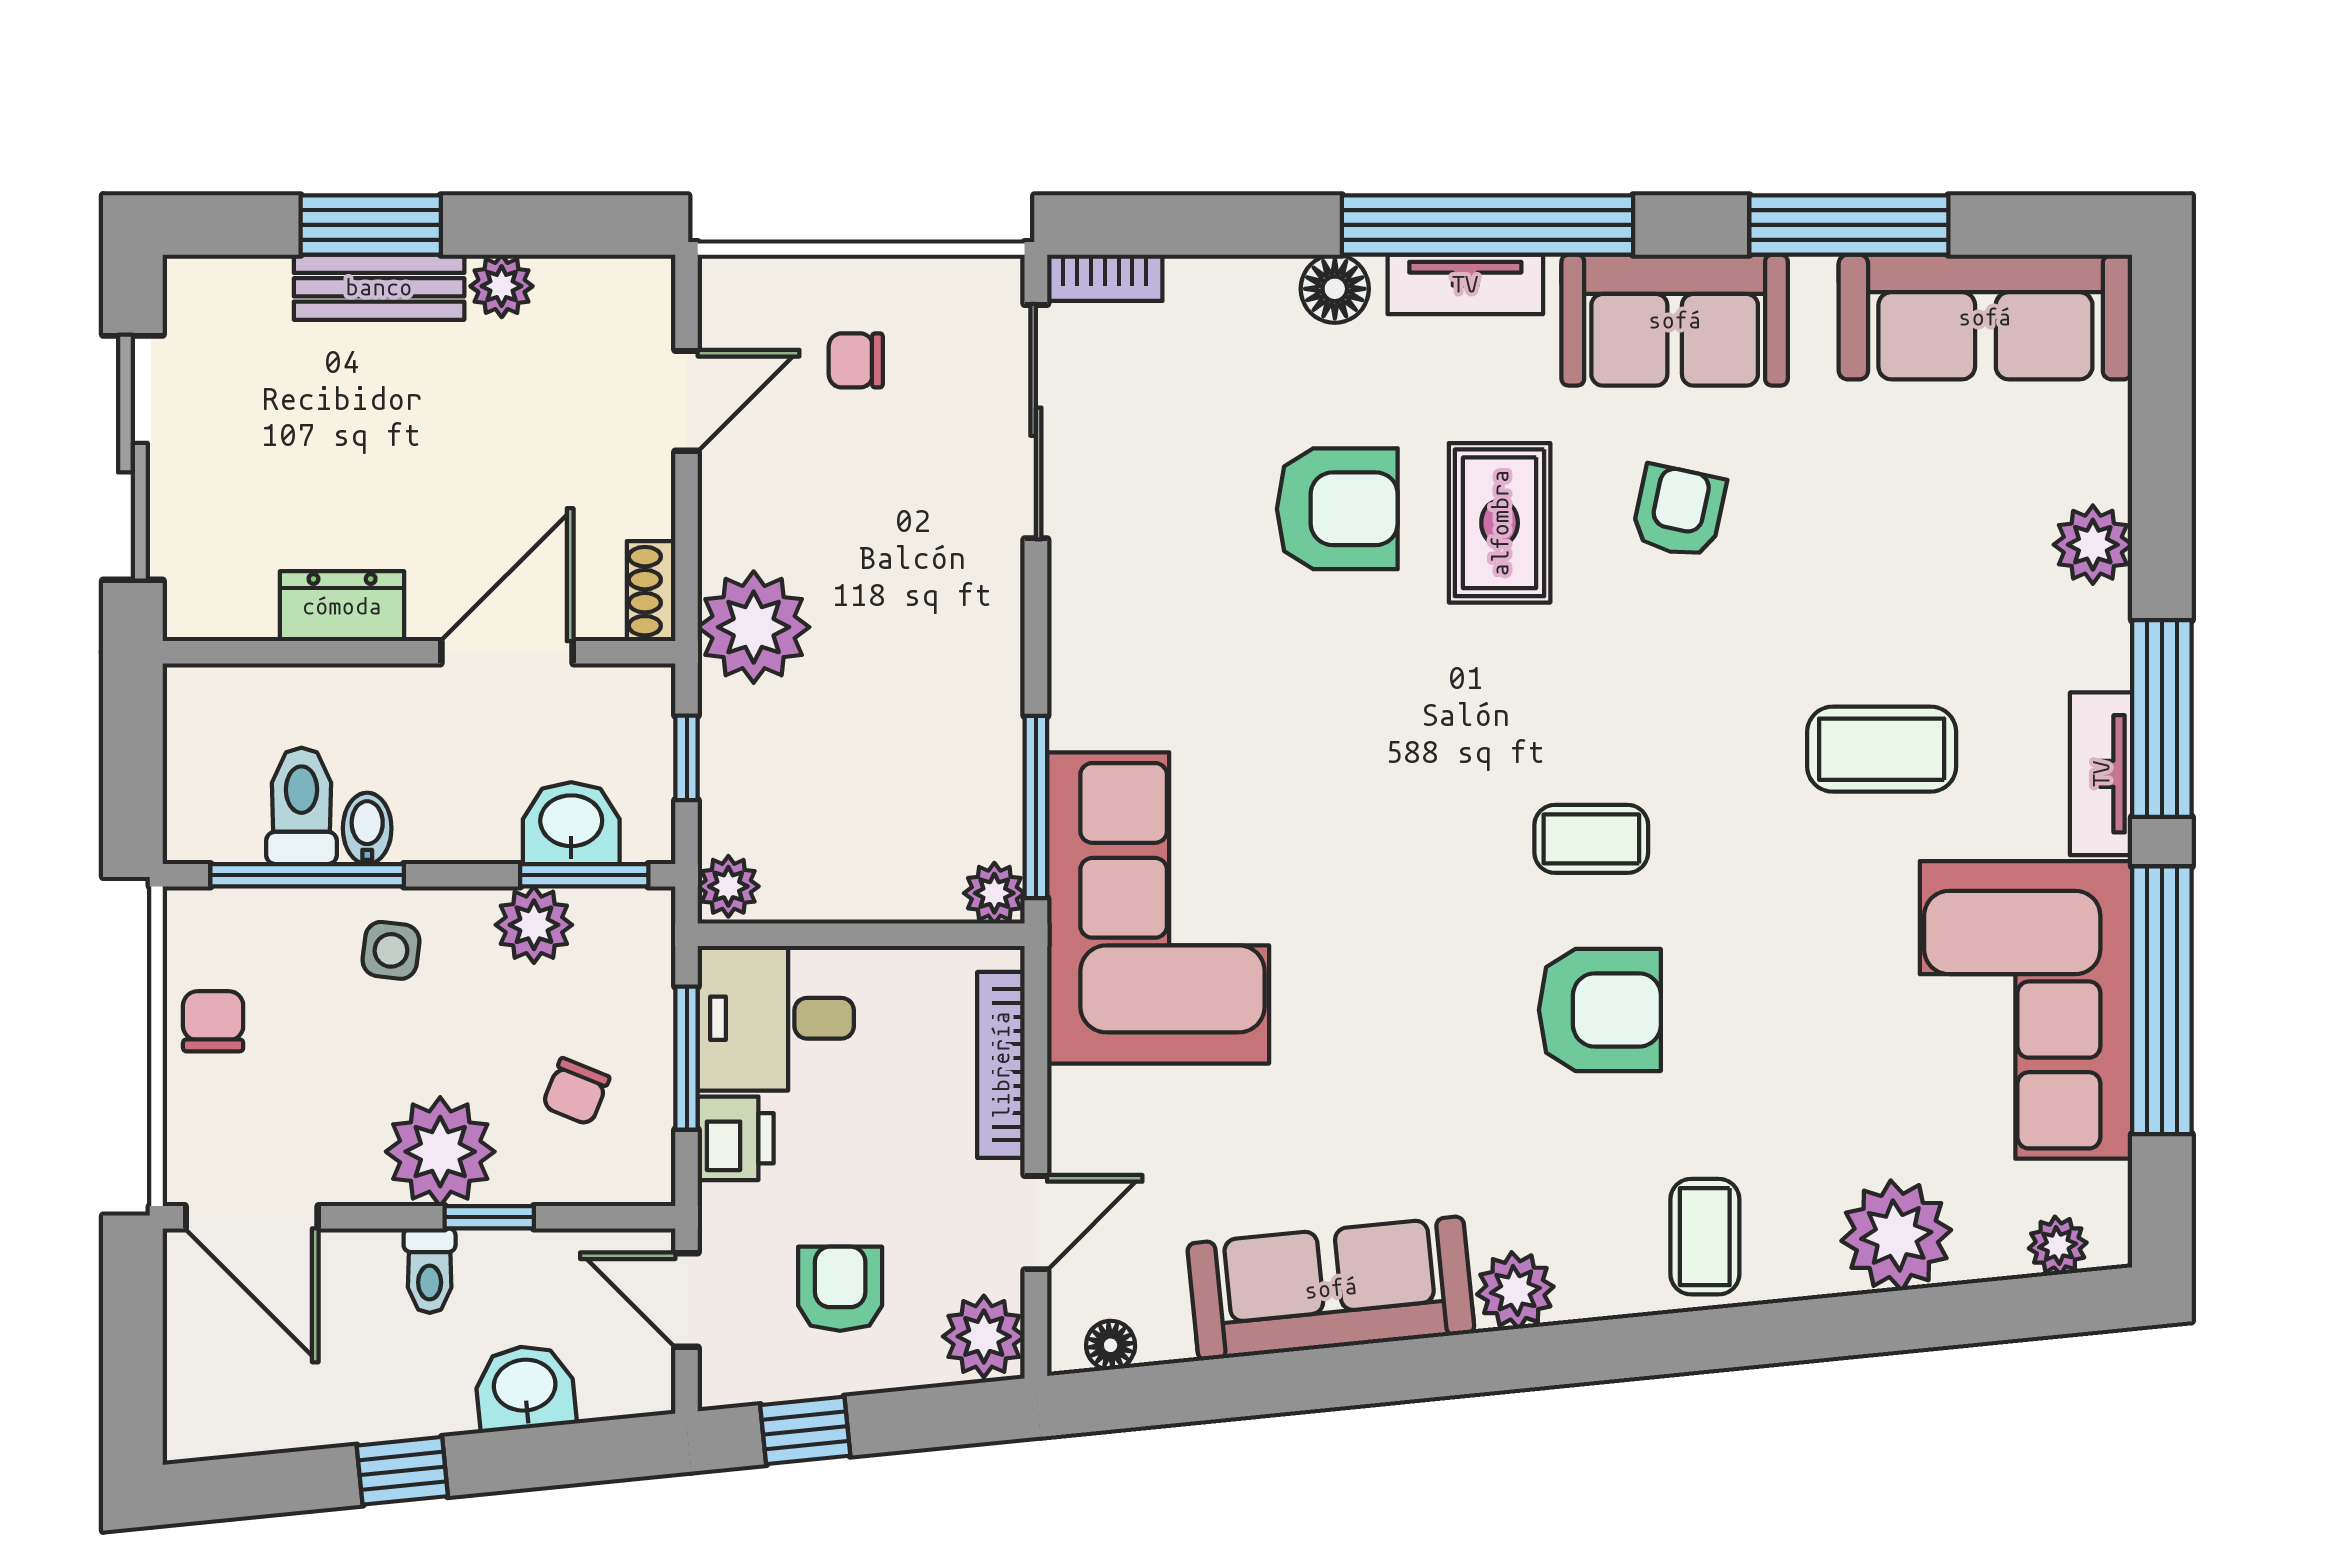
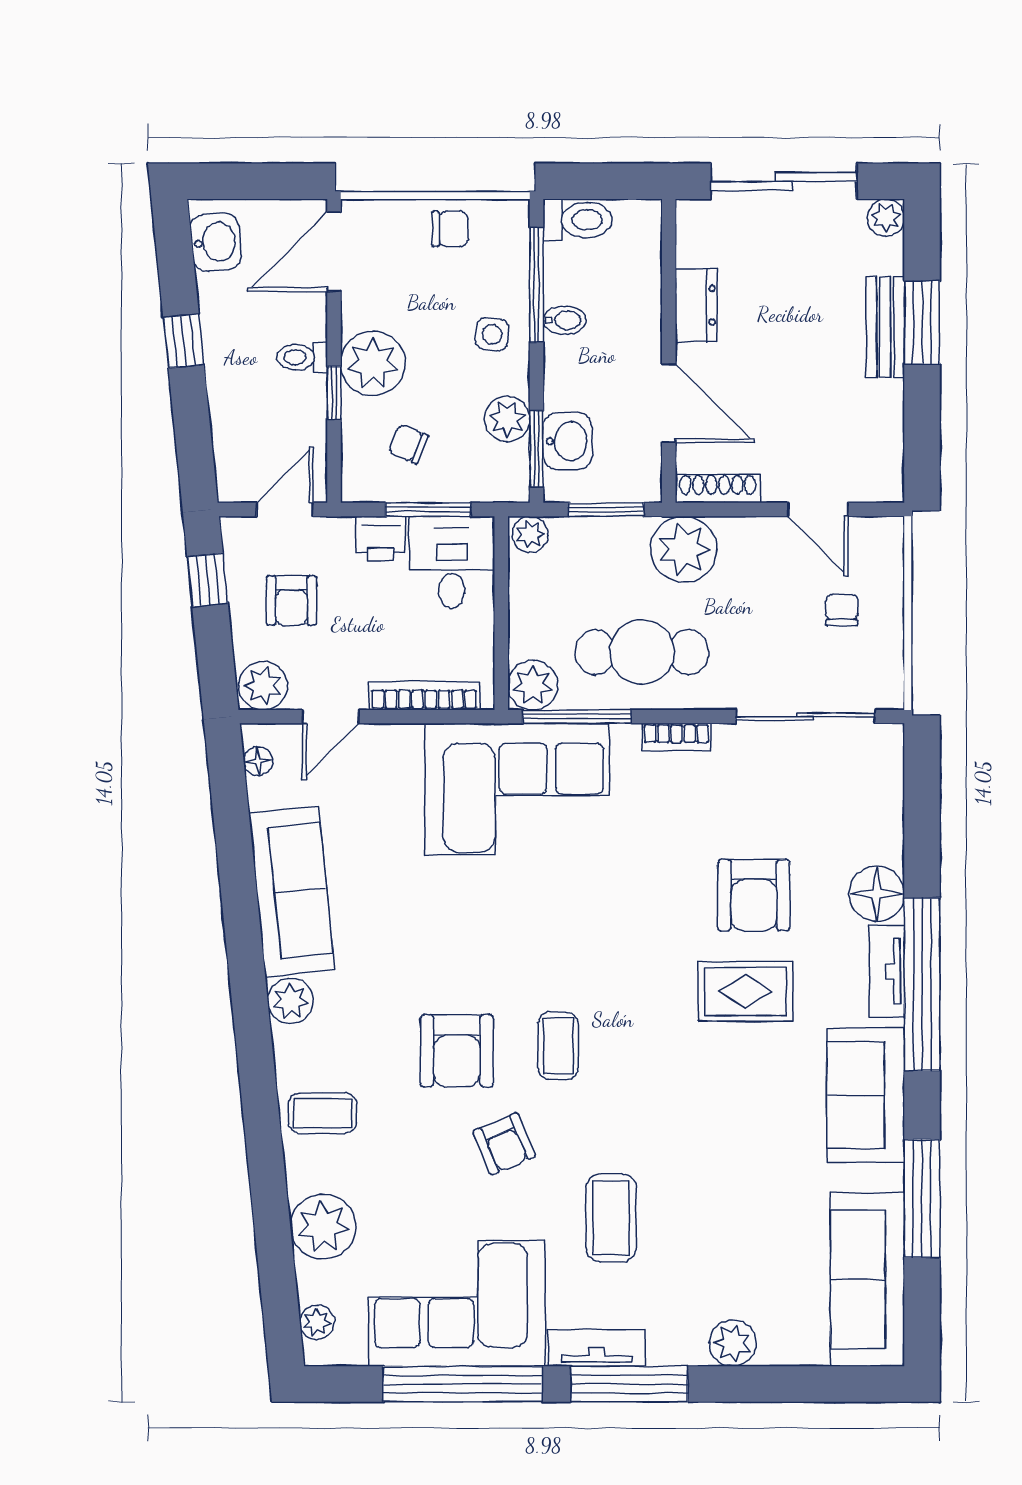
bookcase: (1105, 278) -> (676, 737), moved, turned -90
plant: (502, 286) -> (886, 218), moved
floor lamp: (1335, 289) -> (877, 894), width x1.38, depth x1.38
armchair: (1679, 511) -> (504, 1144), moved, turned 55
shoe rack: (651, 591) -> (718, 489), width x1.43
cafe table: (927, 698) -> (642, 652), added
window: (687, 758) -> (606, 510), width x1.50
toilet: (301, 806) -> (578, 220), moved
plant: (994, 893) -> (533, 685), width x1.38, depth x1.38
door: (1036, 1223) -> (331, 717), hinge flipped
armchair: (840, 1289) -> (291, 601), turned 90
washbasin: (525, 1388) -> (216, 242), moved

